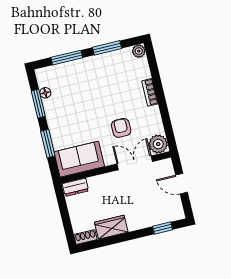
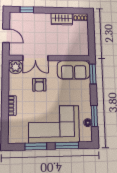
plant: (139, 51) -> (13, 139), removed
corner sofa: (90, 81) -> (54, 124), added
window: (48, 144) -> (93, 74), moved
dresser: (75, 187) -> (80, 51), removed

